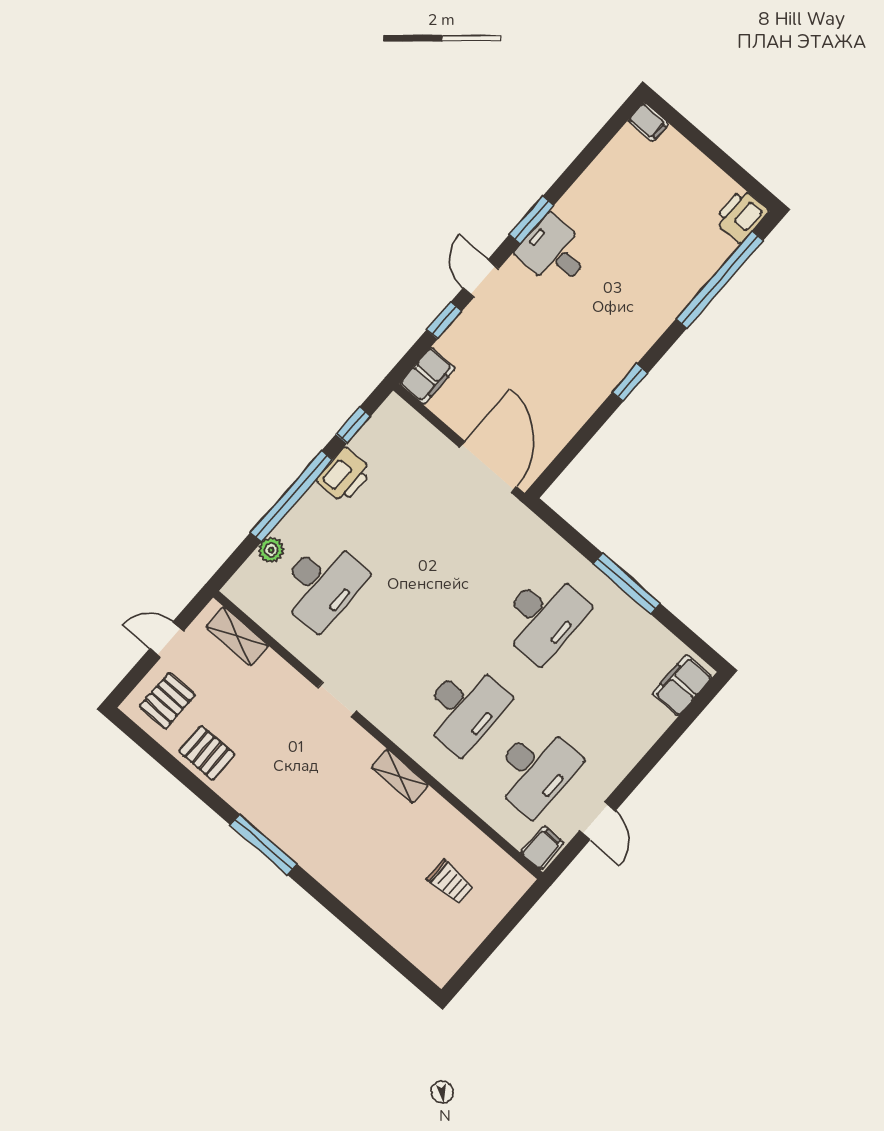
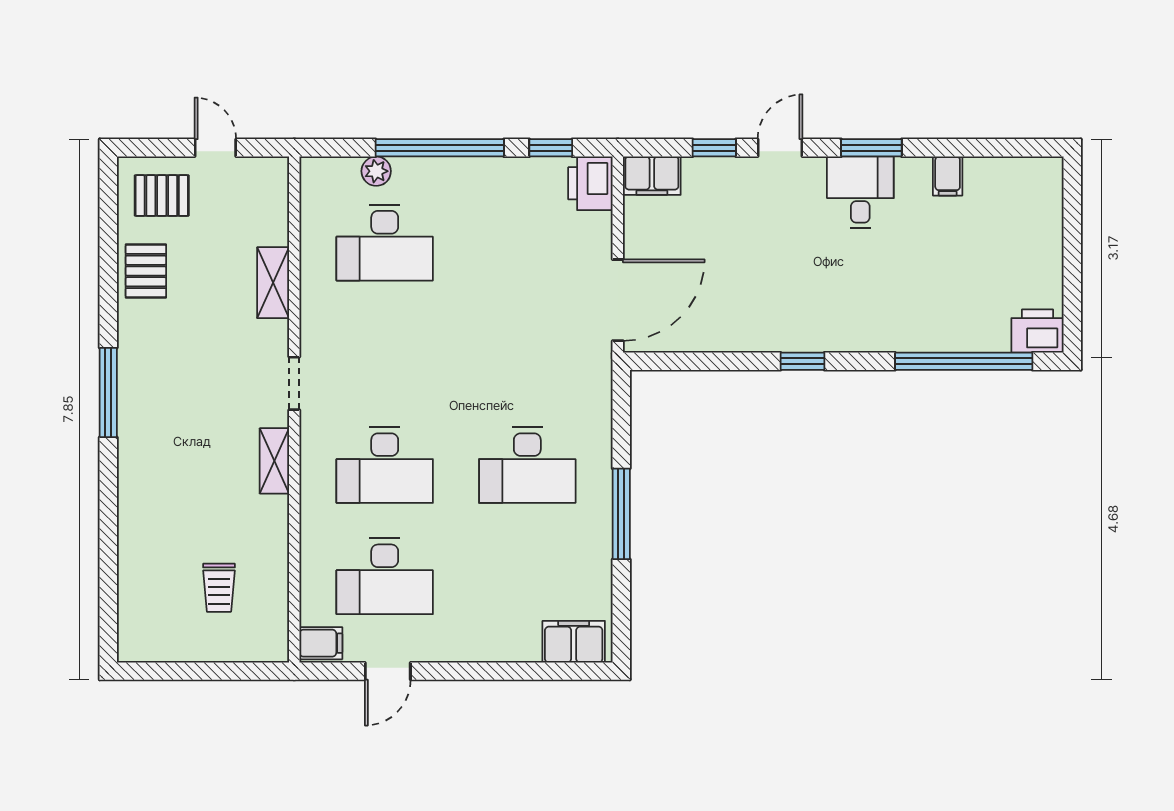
filing cabinet: (648, 122) -> (948, 176), moved
printer: (344, 475) -> (590, 183), moved, turned 90
shelving: (237, 636) -> (273, 283), moved
doorway: (337, 699) -> (294, 383), moved

